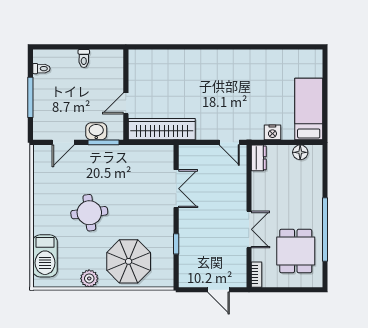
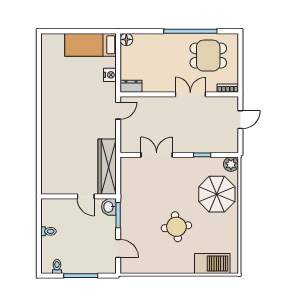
washbasin: (96, 131) -> (109, 207), moved
floor lamp: (300, 152) -> (126, 39), moved
plant: (89, 278) -> (231, 164), moved

